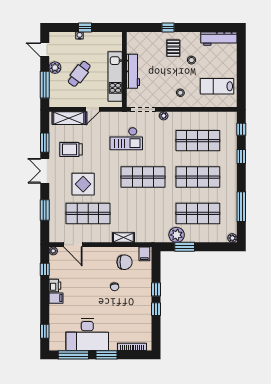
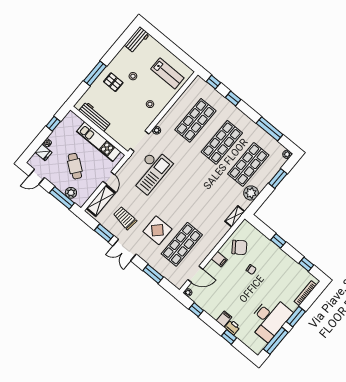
window: (85, 28) -> (53, 124), moved
window: (168, 28) -> (95, 74), width x2.17
fridge: (69, 39) -> (43, 152), added
workbench: (219, 39) -> (137, 40), width x0.73
plant: (55, 68) -> (71, 193), moved
workbench: (133, 71) -> (95, 117), moved
lab bench: (217, 86) -> (167, 73), turned -90
checkout: (126, 139) -> (151, 171), width x1.36, depth x1.21
trolley: (71, 149) -> (125, 218), turned 96
shop shelf: (143, 177) -> (189, 182), removed
shelving: (123, 238) -> (235, 216), moved
window: (185, 247) -> (278, 179), moved
filing cabinet: (144, 254) -> (219, 259), moved
chair: (125, 262) -> (239, 247), turned 54
printer: (55, 286) -> (232, 327), moved
window: (156, 309) -> (306, 264), moved
window: (45, 331) -> (229, 337), moved

